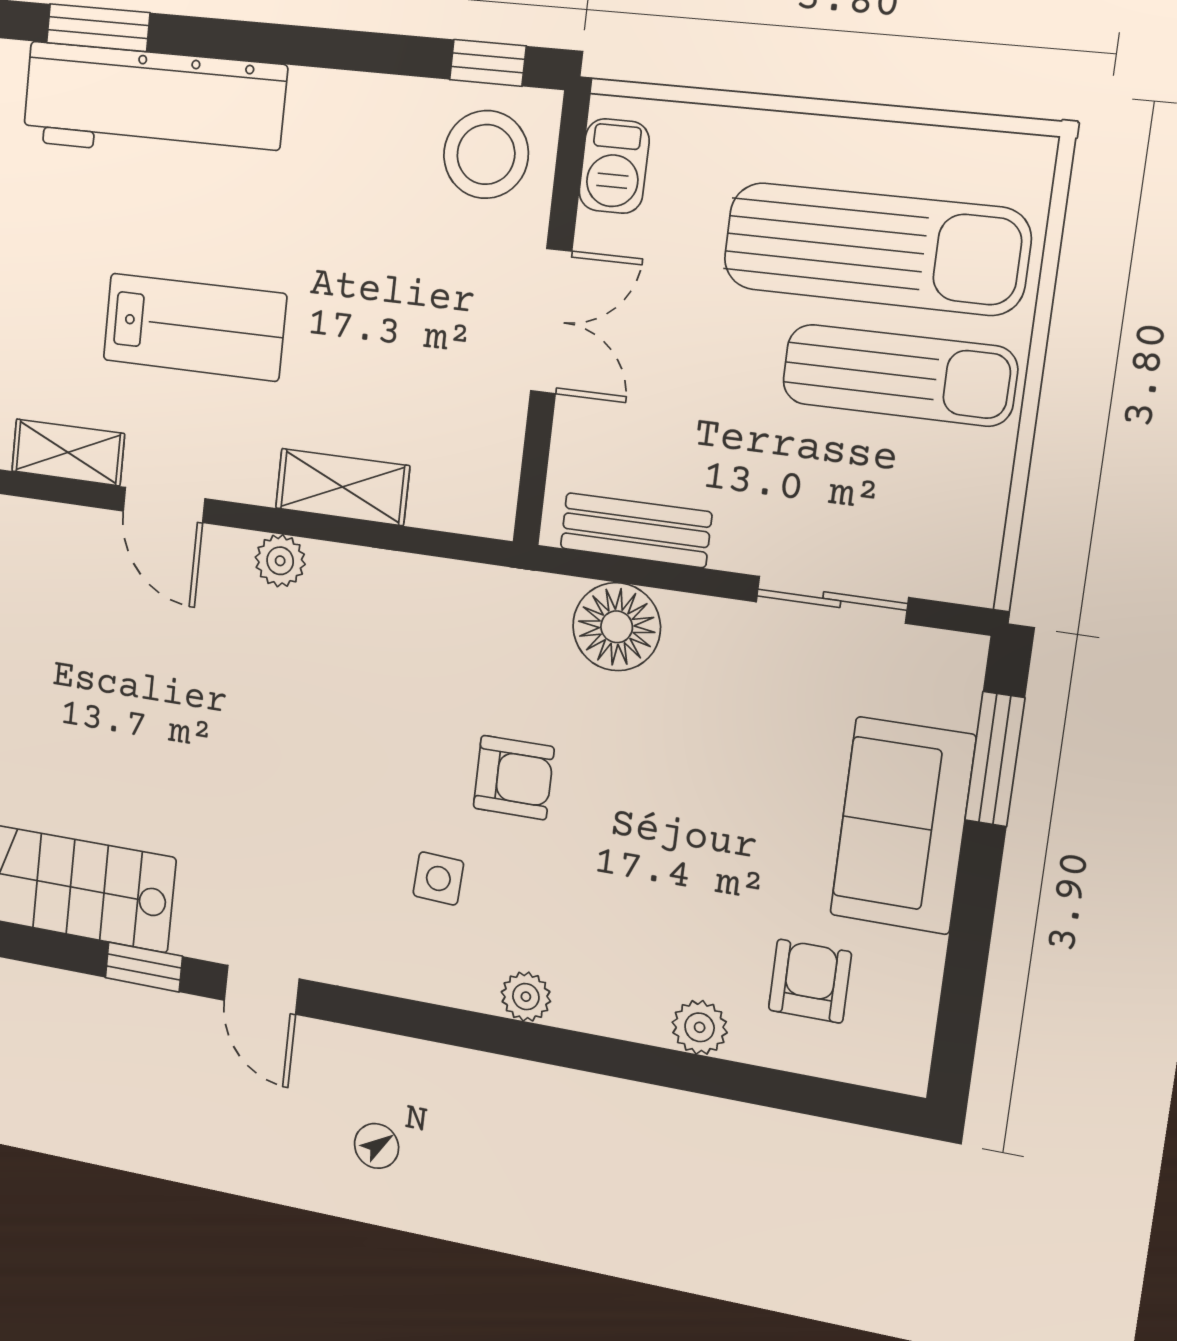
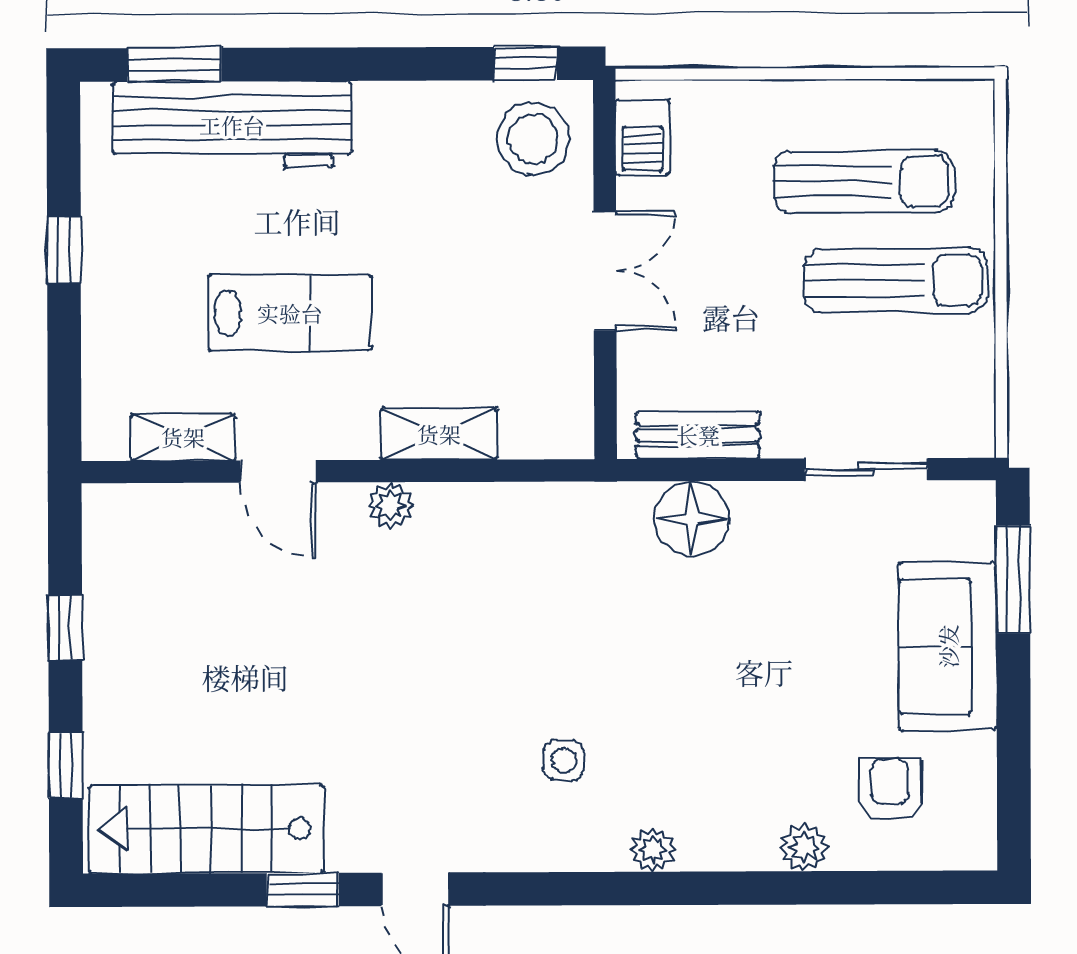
sun lounger: (876, 249) -> (864, 182), width x0.73, depth x0.75
armchair: (514, 778) -> (619, 661), removed

